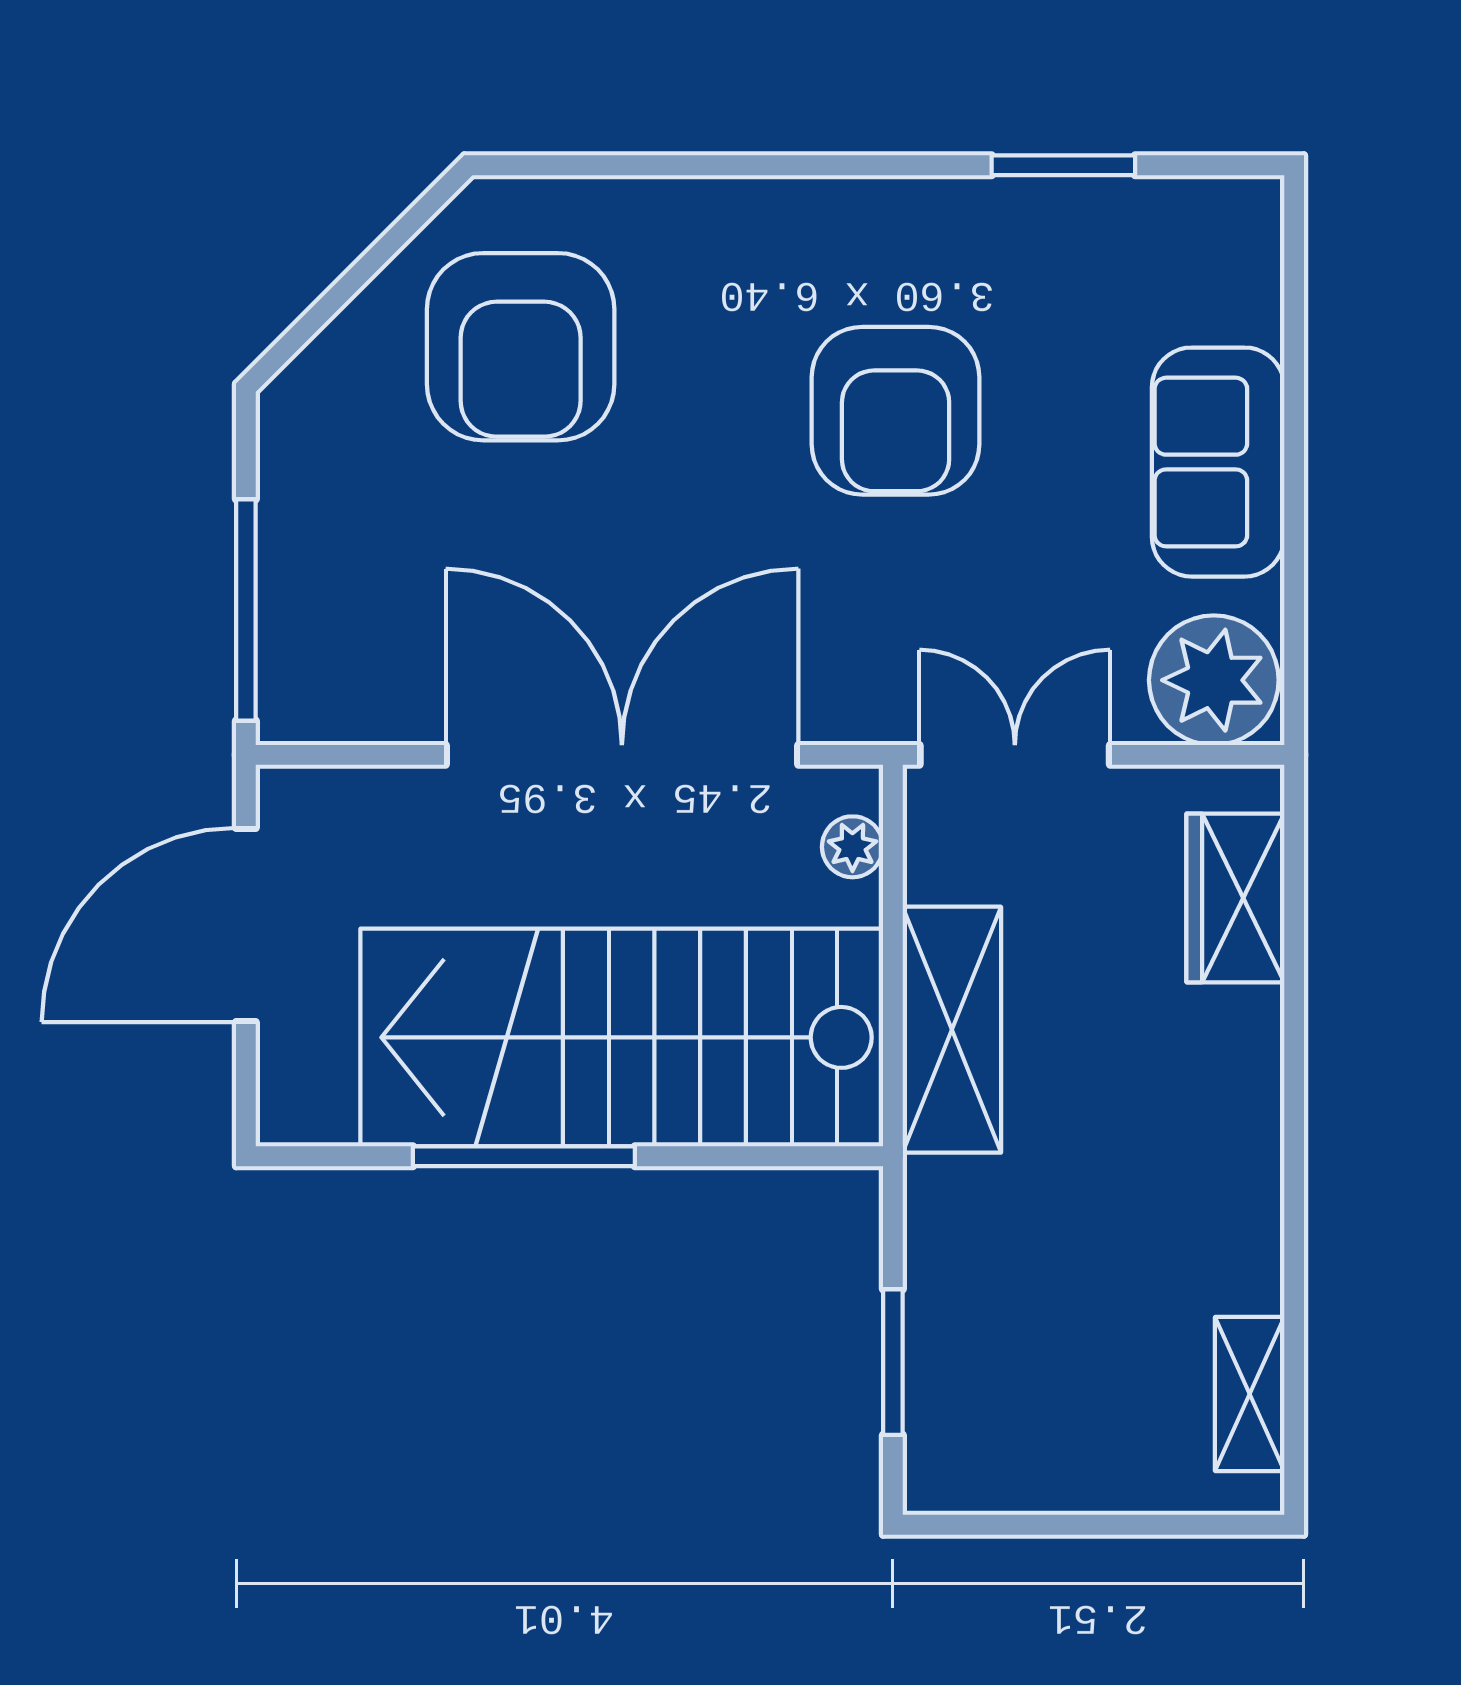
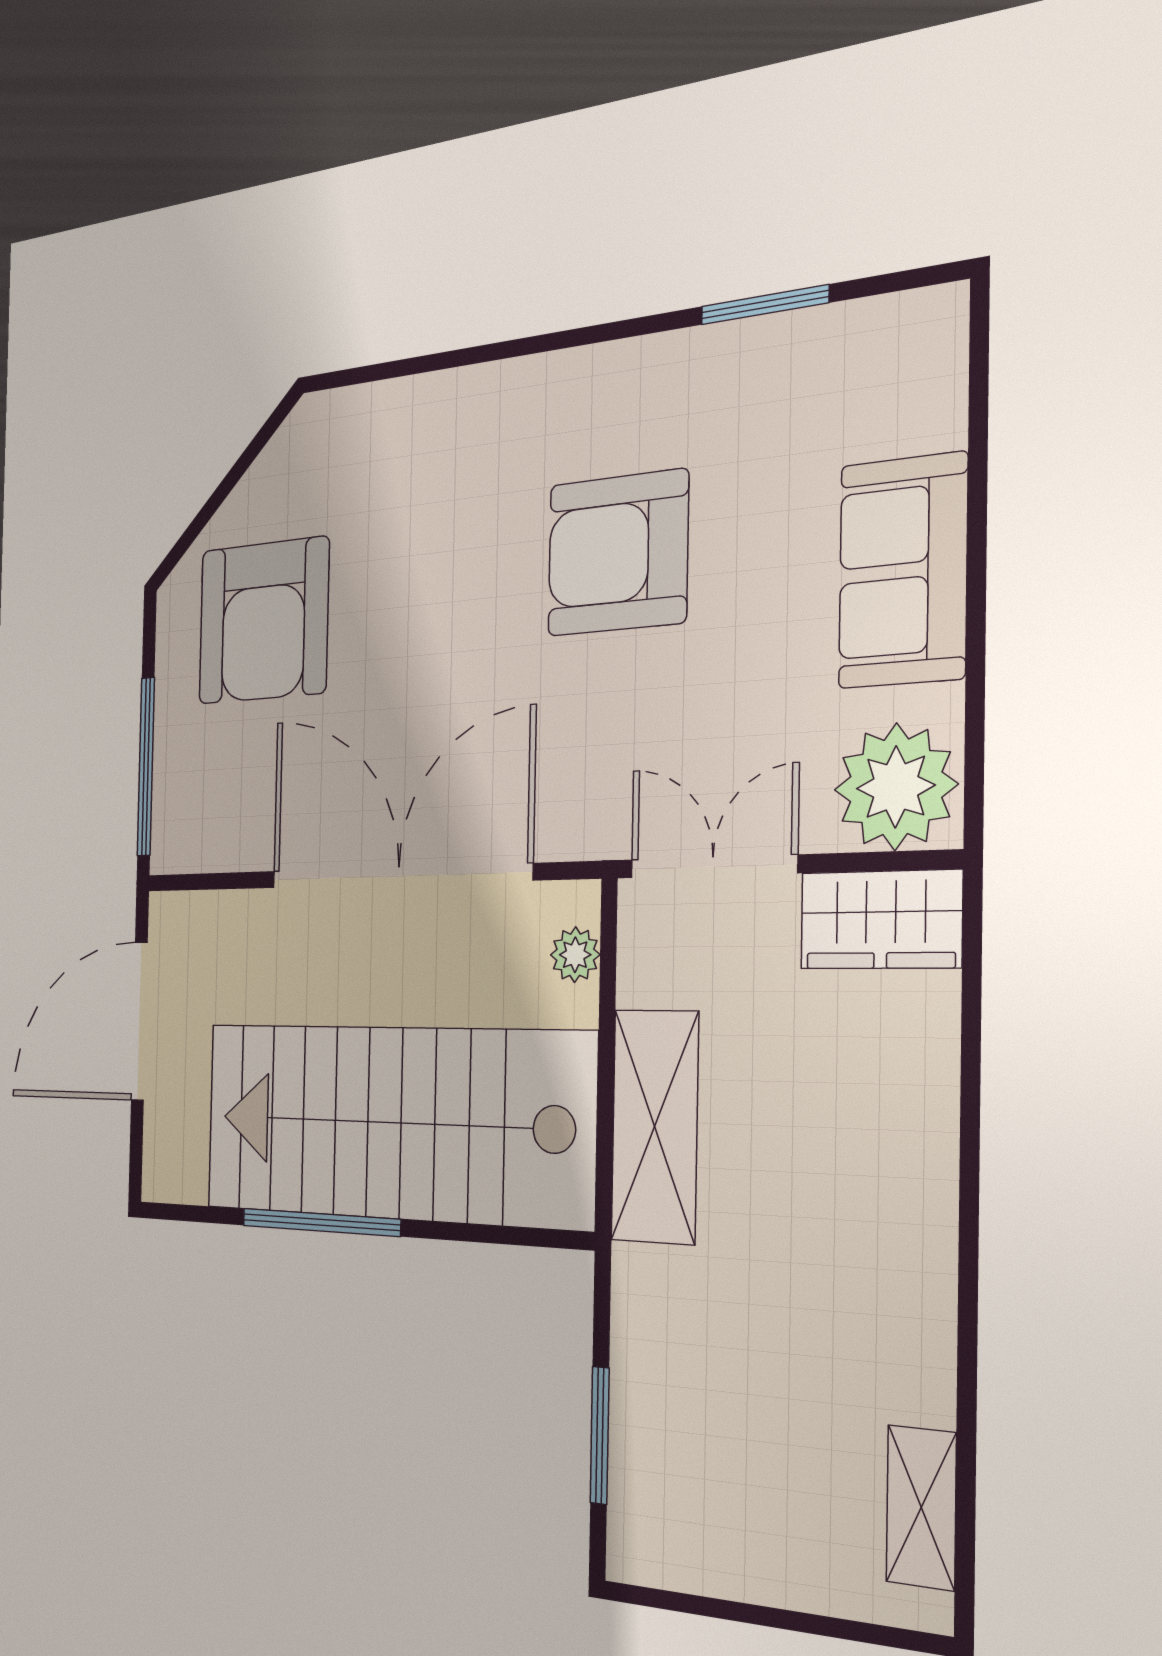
armchair: (521, 347) -> (263, 621), moved
armchair: (896, 411) -> (618, 553), turned 90
wardrobe: (1235, 898) -> (881, 920), moved, turned -90

